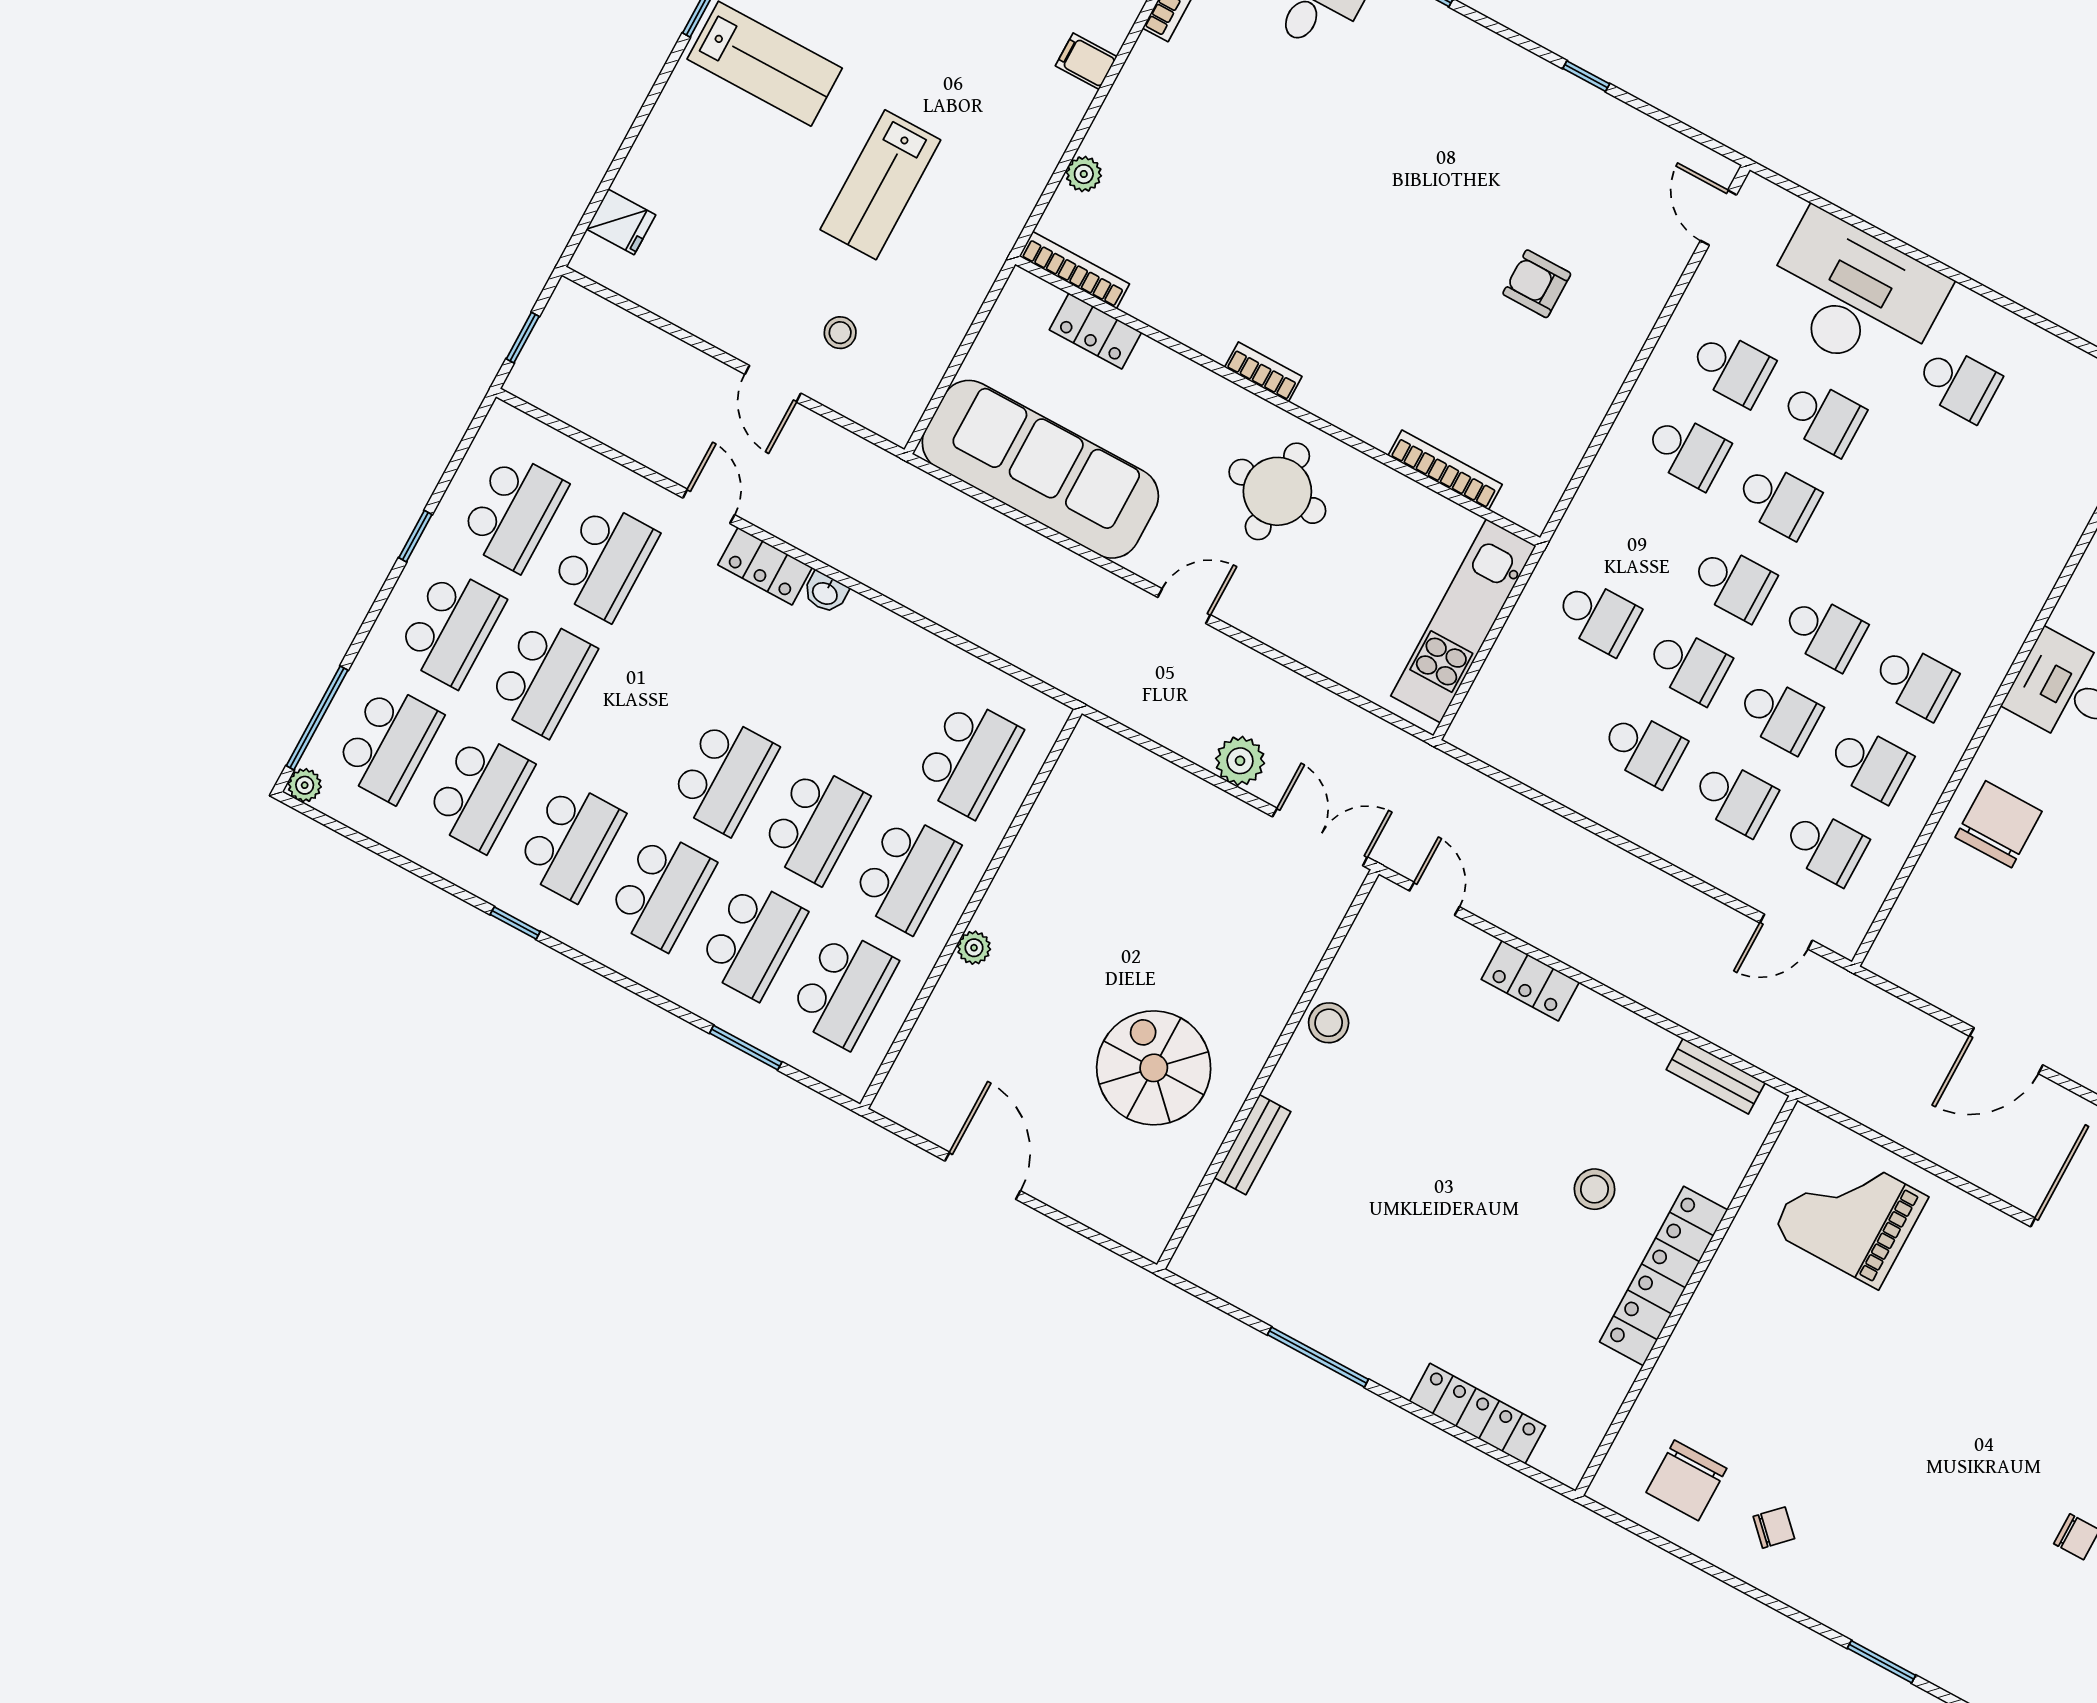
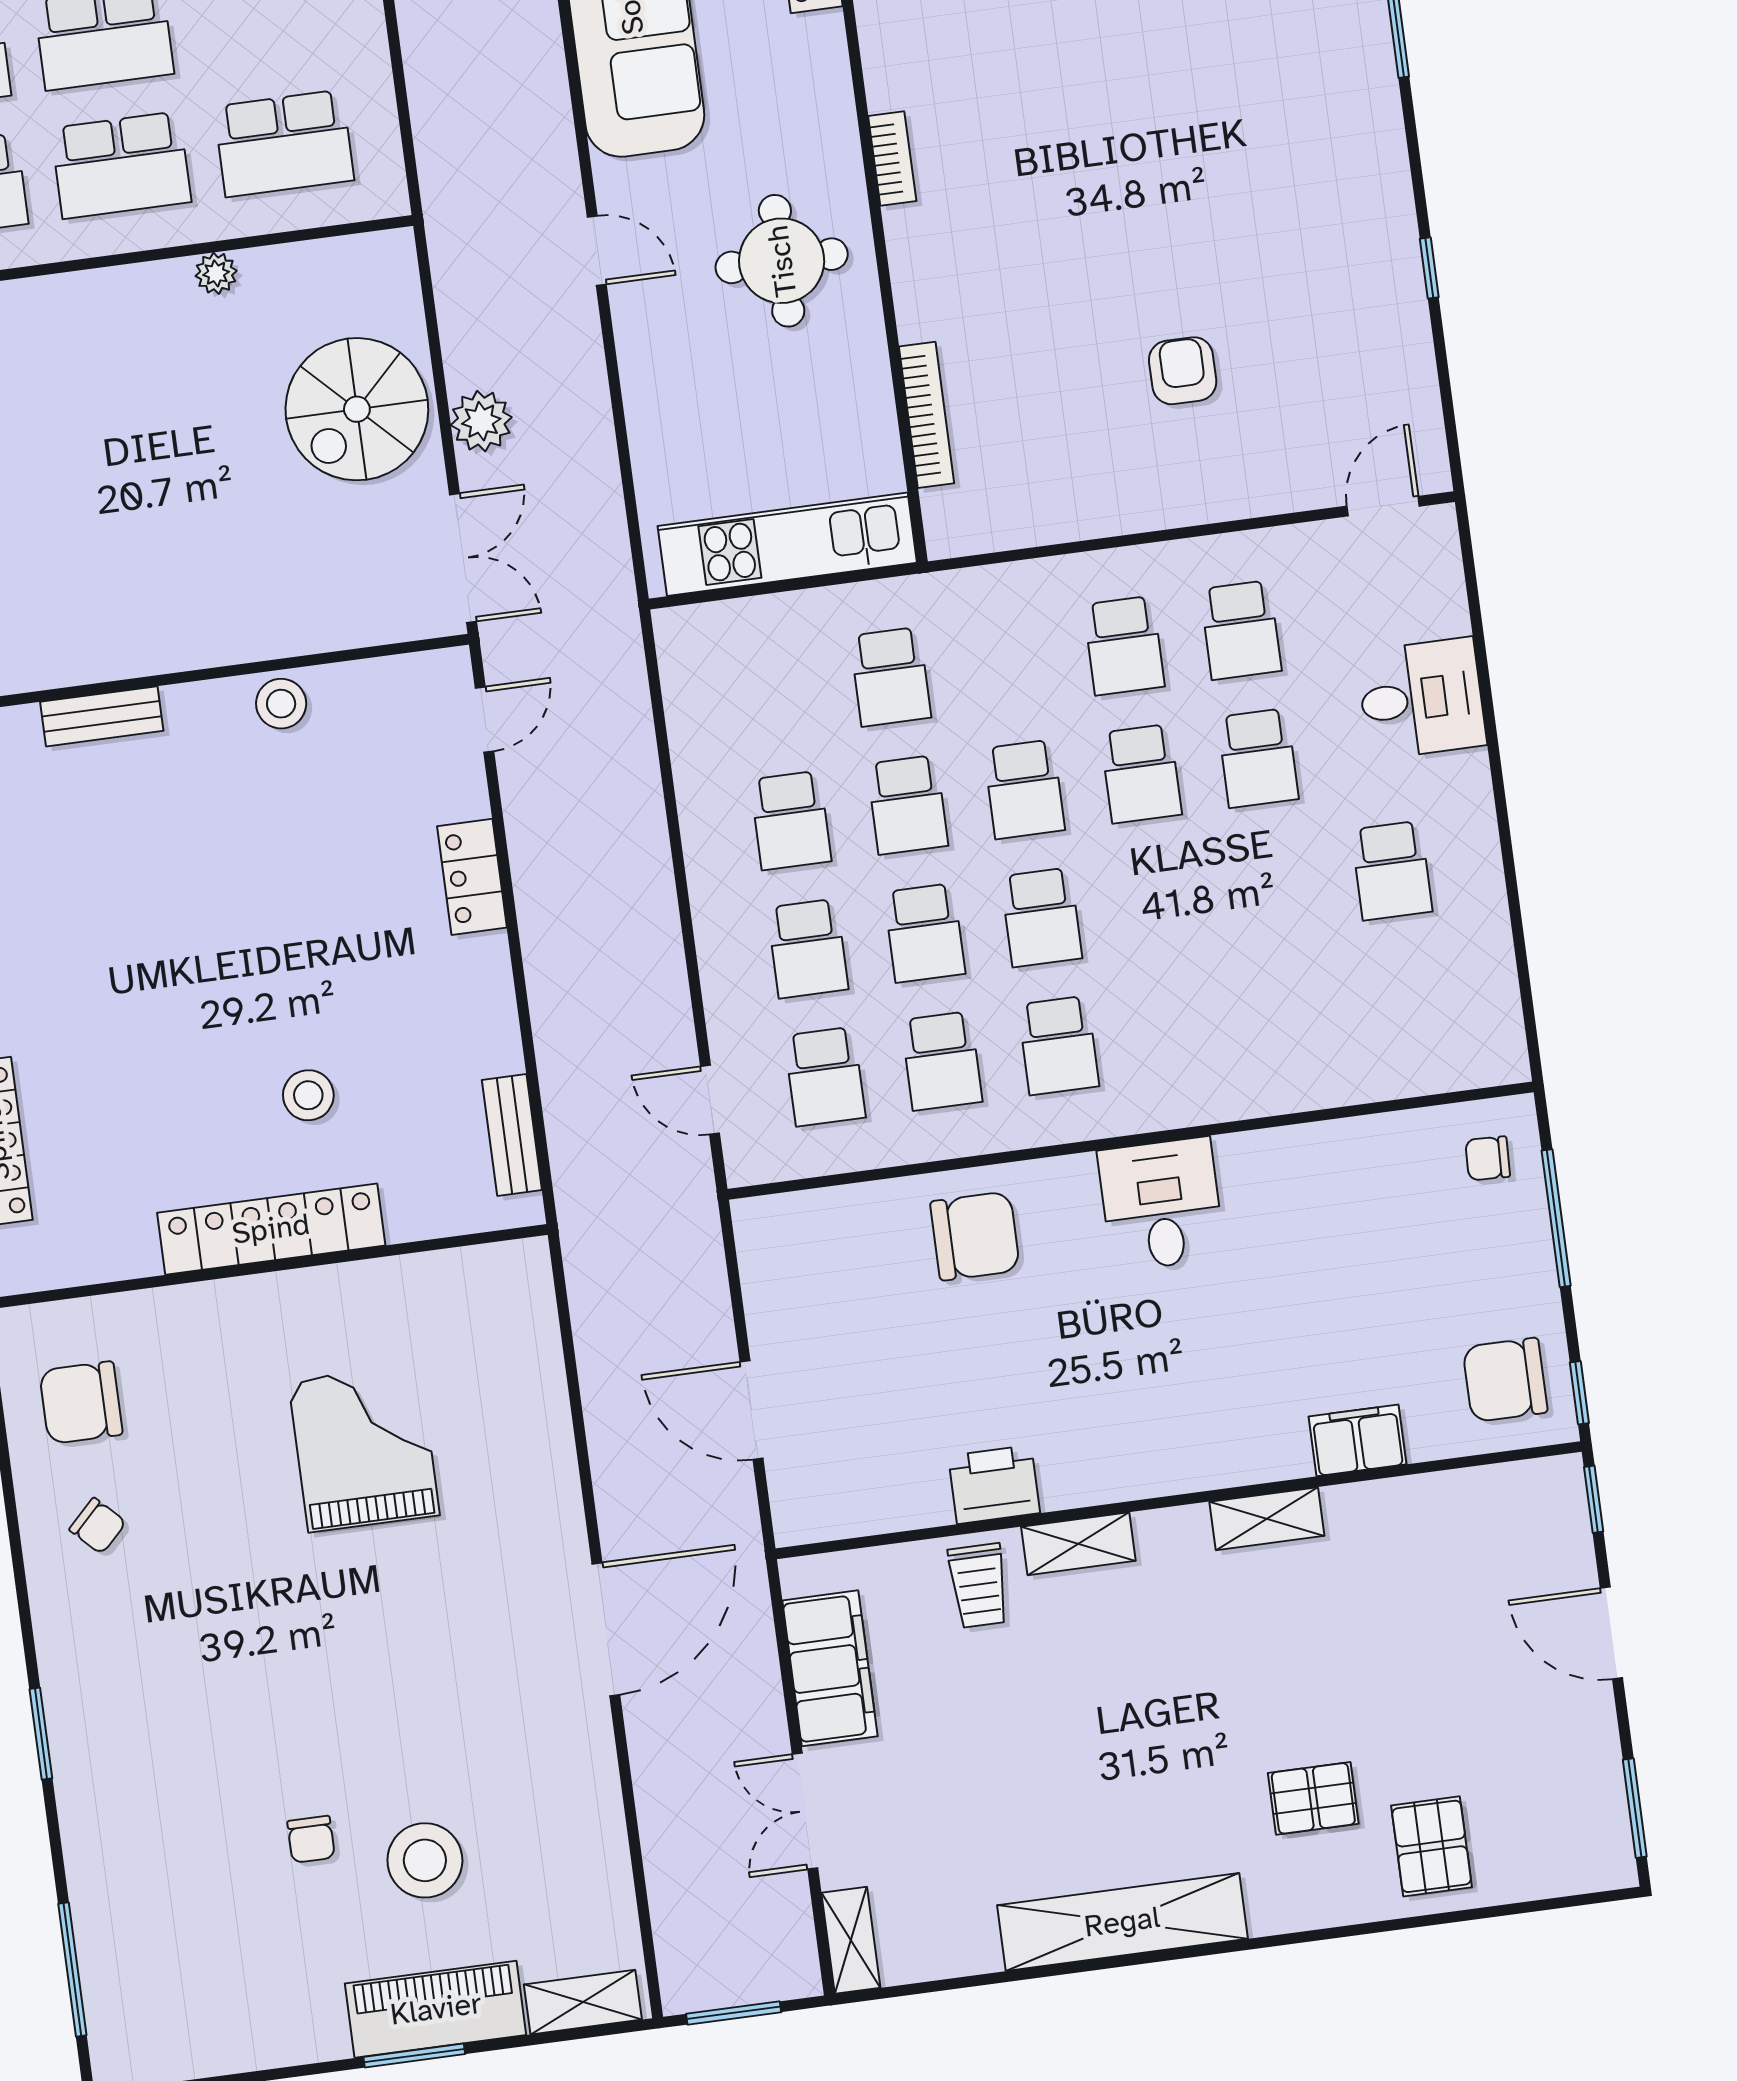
desk: (1854, 296) -> (1421, 698), width x0.53, depth x0.77
plant: (974, 948) -> (216, 273), moved
spiral stairs: (1154, 1068) -> (357, 409), moved, turned 180
grand piano: (1850, 1214) -> (364, 1448), moved

